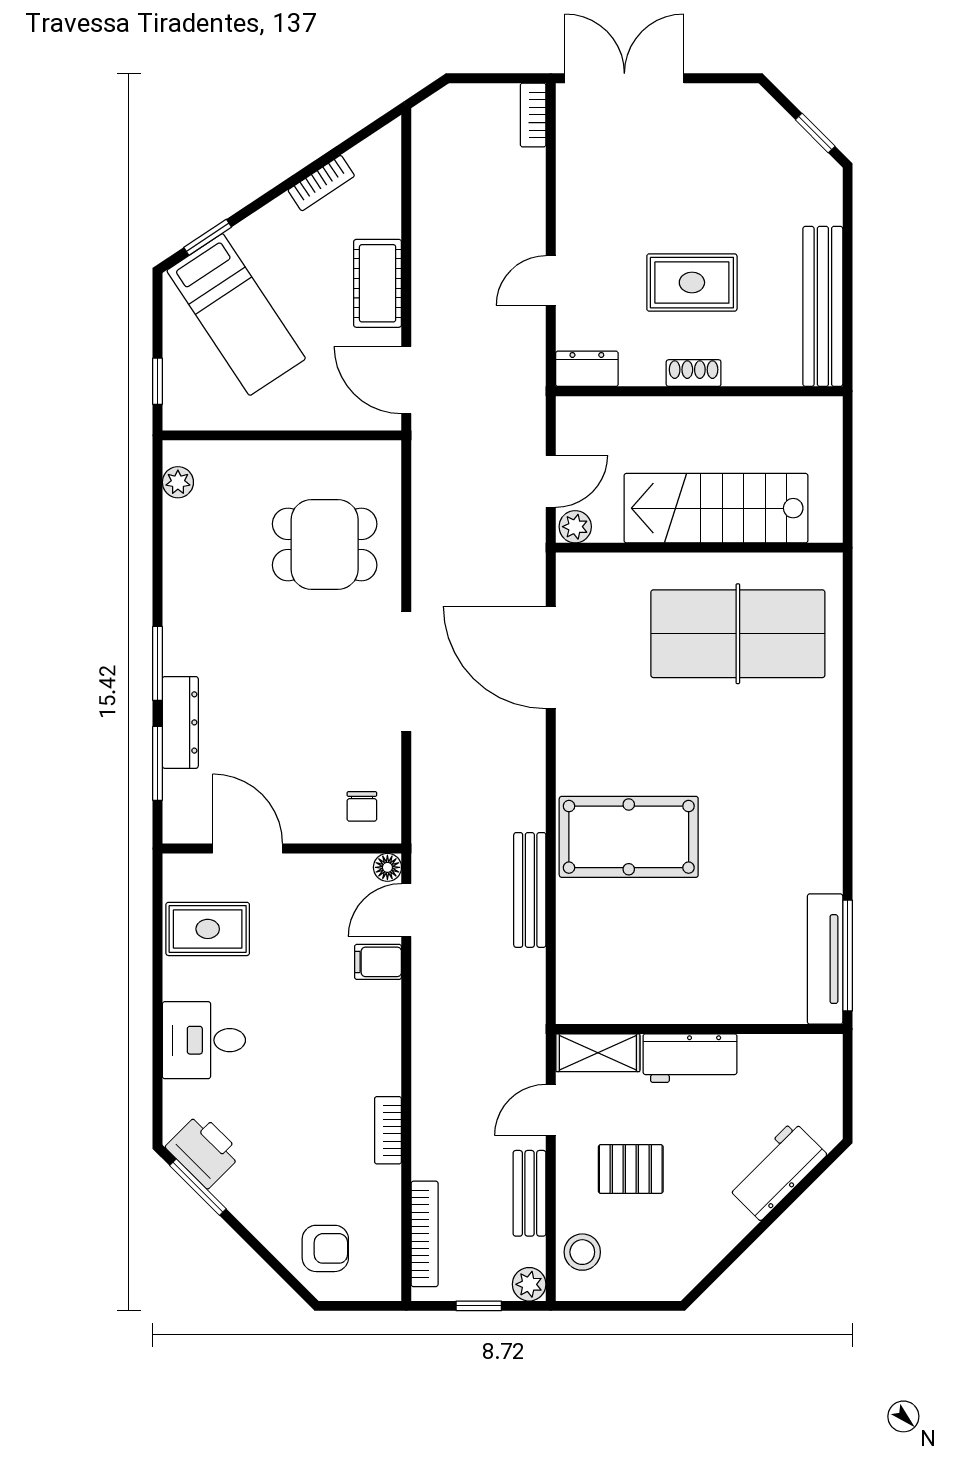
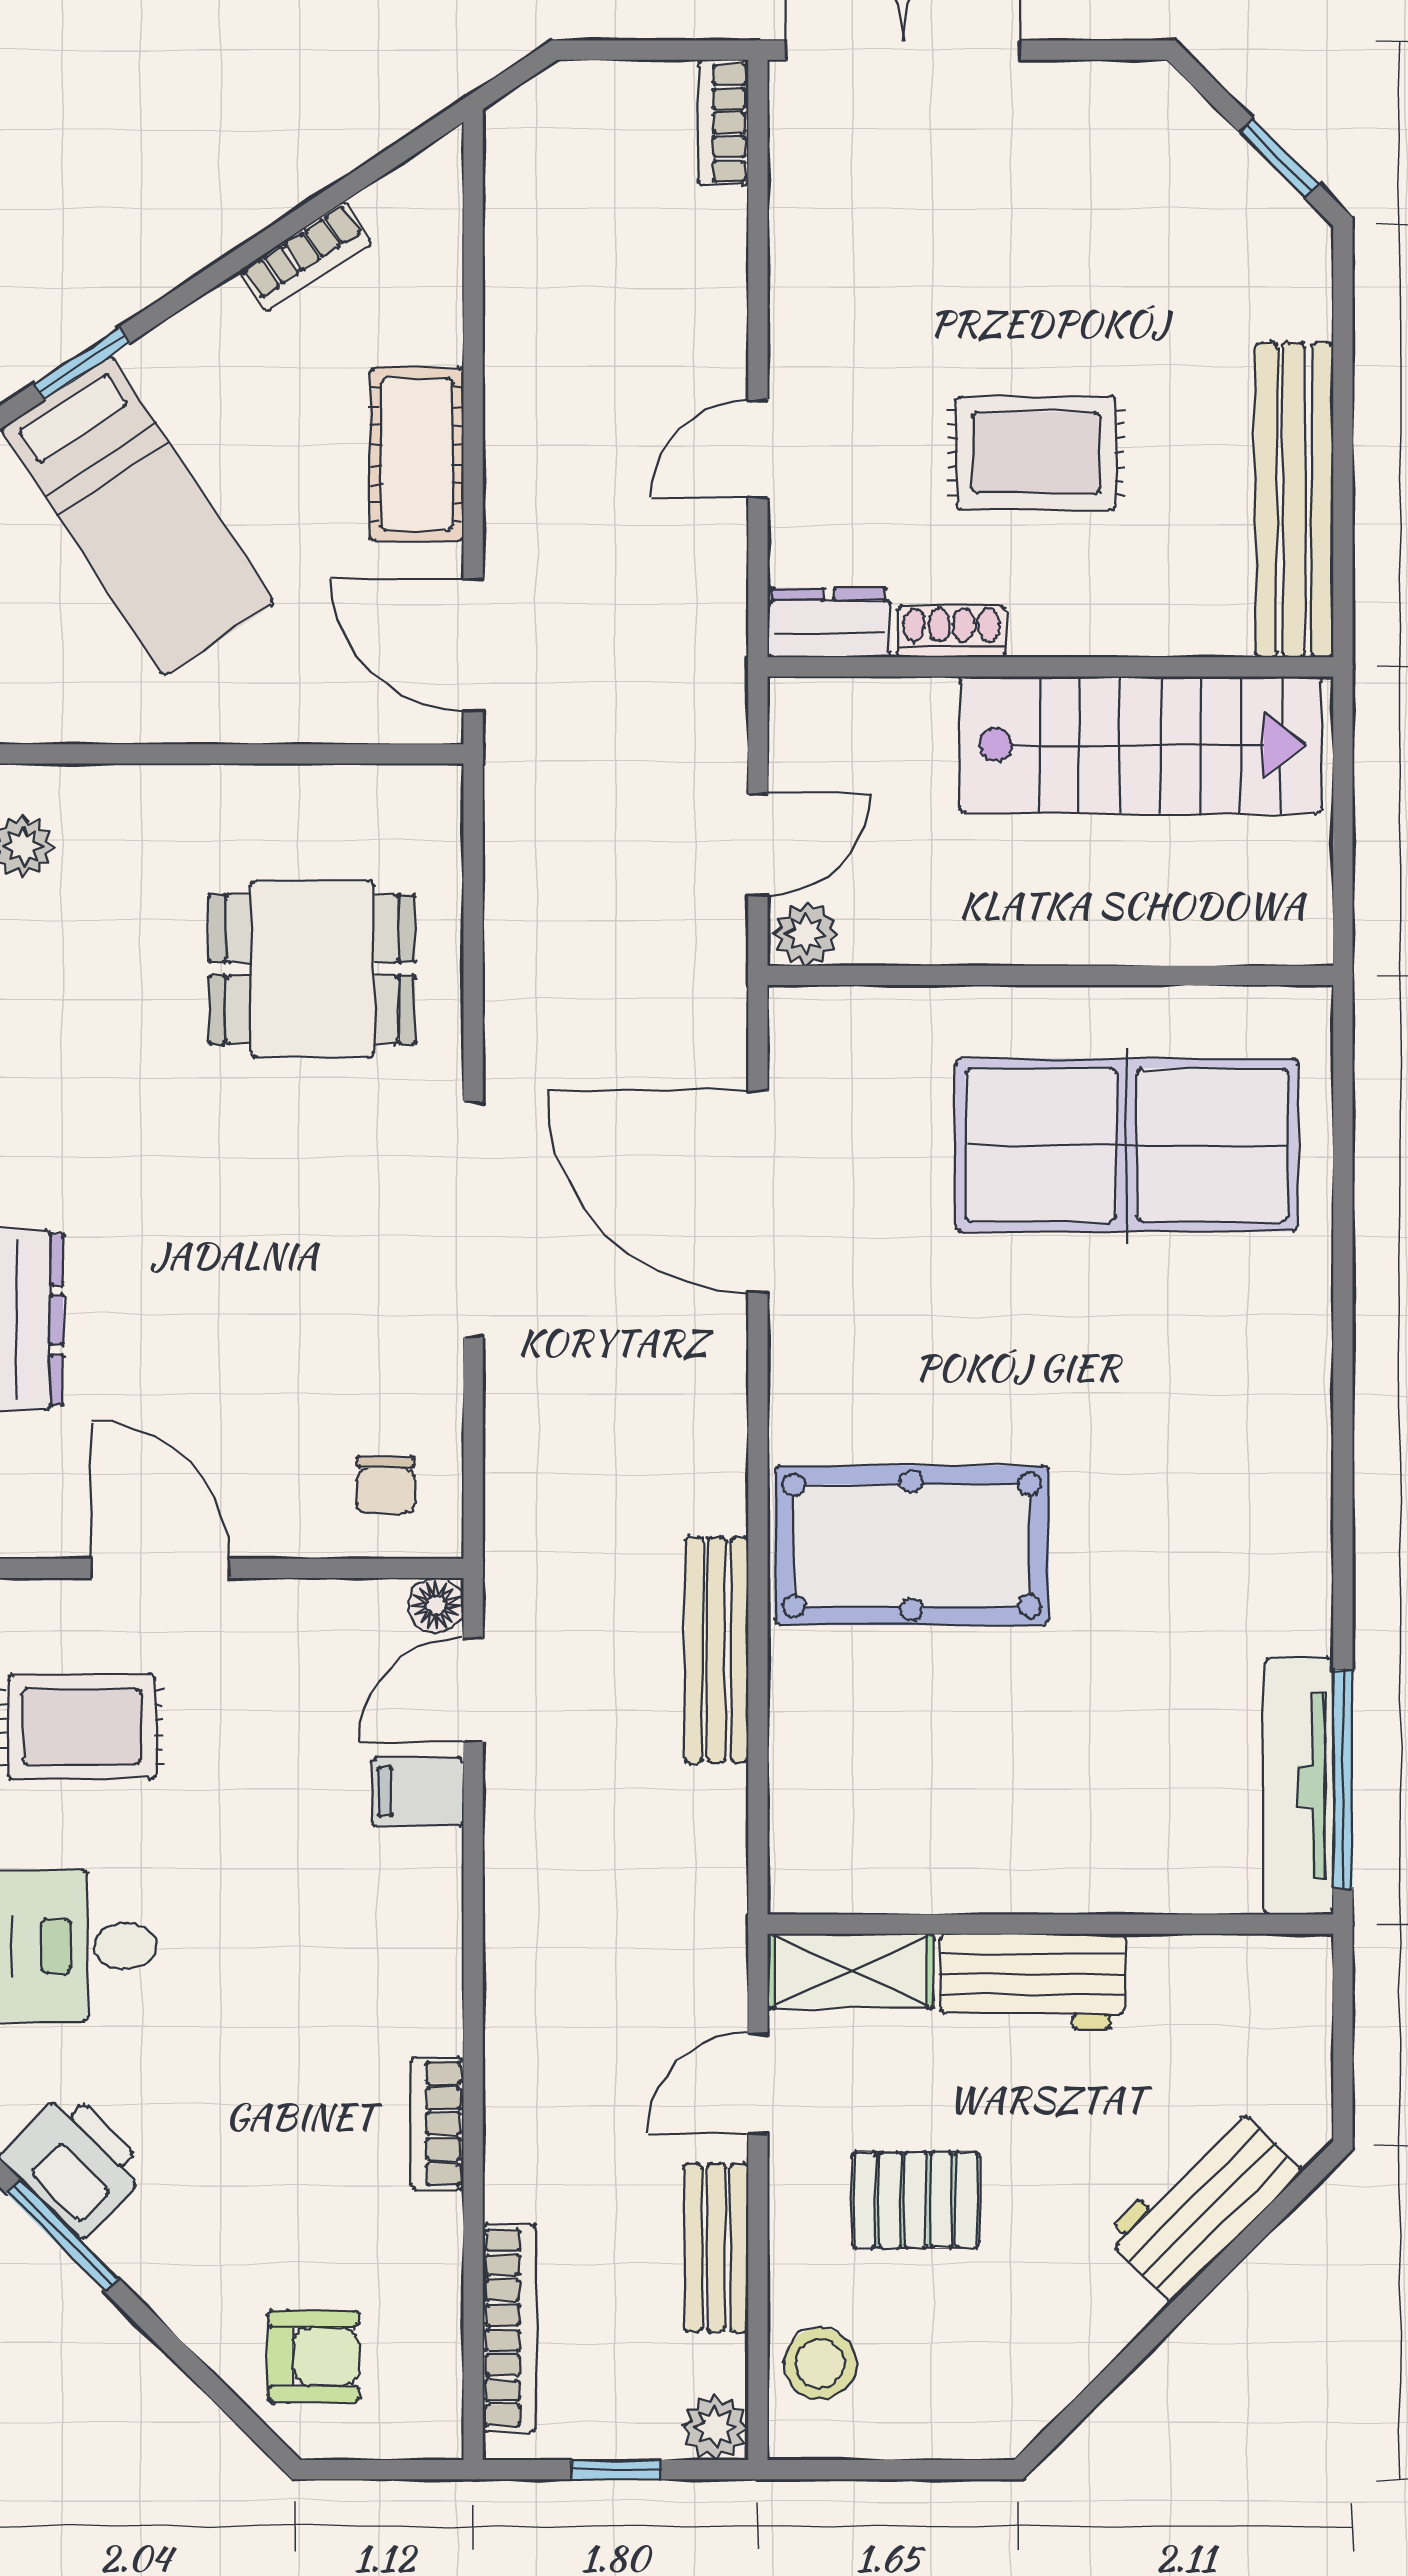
shoe rack: (694, 373) -> (951, 631), moved
stairs: (716, 508) -> (1141, 745), moved, turned 180

